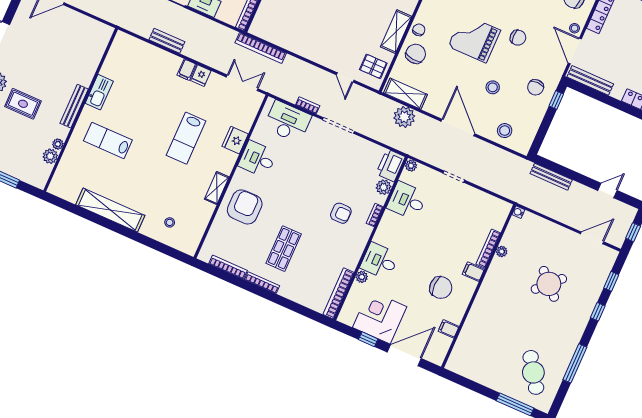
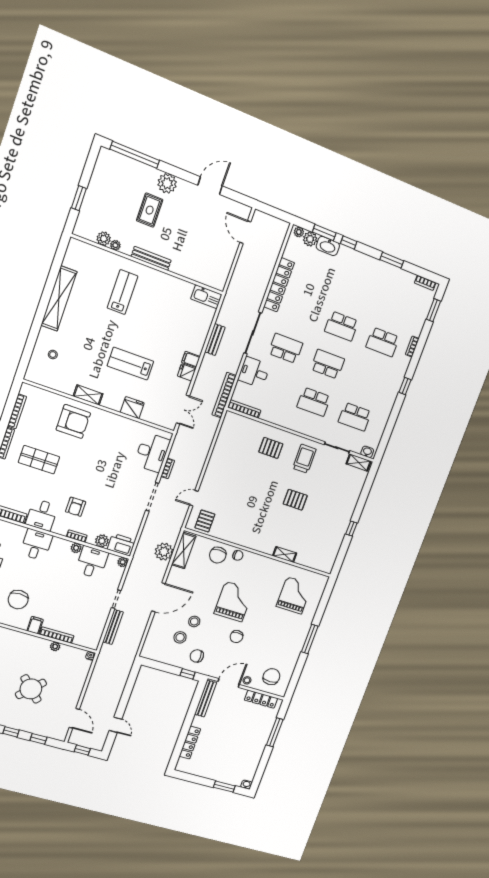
shelving: (396, 32) -> (235, 537), removed
bookcase: (261, 48) -> (224, 395), moved
chair: (416, 54) -> (218, 555), turned 84
kitchen sink: (99, 92) -> (206, 297), moved
stool: (505, 131) -> (180, 637), moved
desk: (258, 159) -> (42, 515), moved, turned 180
bench: (551, 177) -> (113, 627), moved
plant: (362, 277) -> (76, 548), moved

